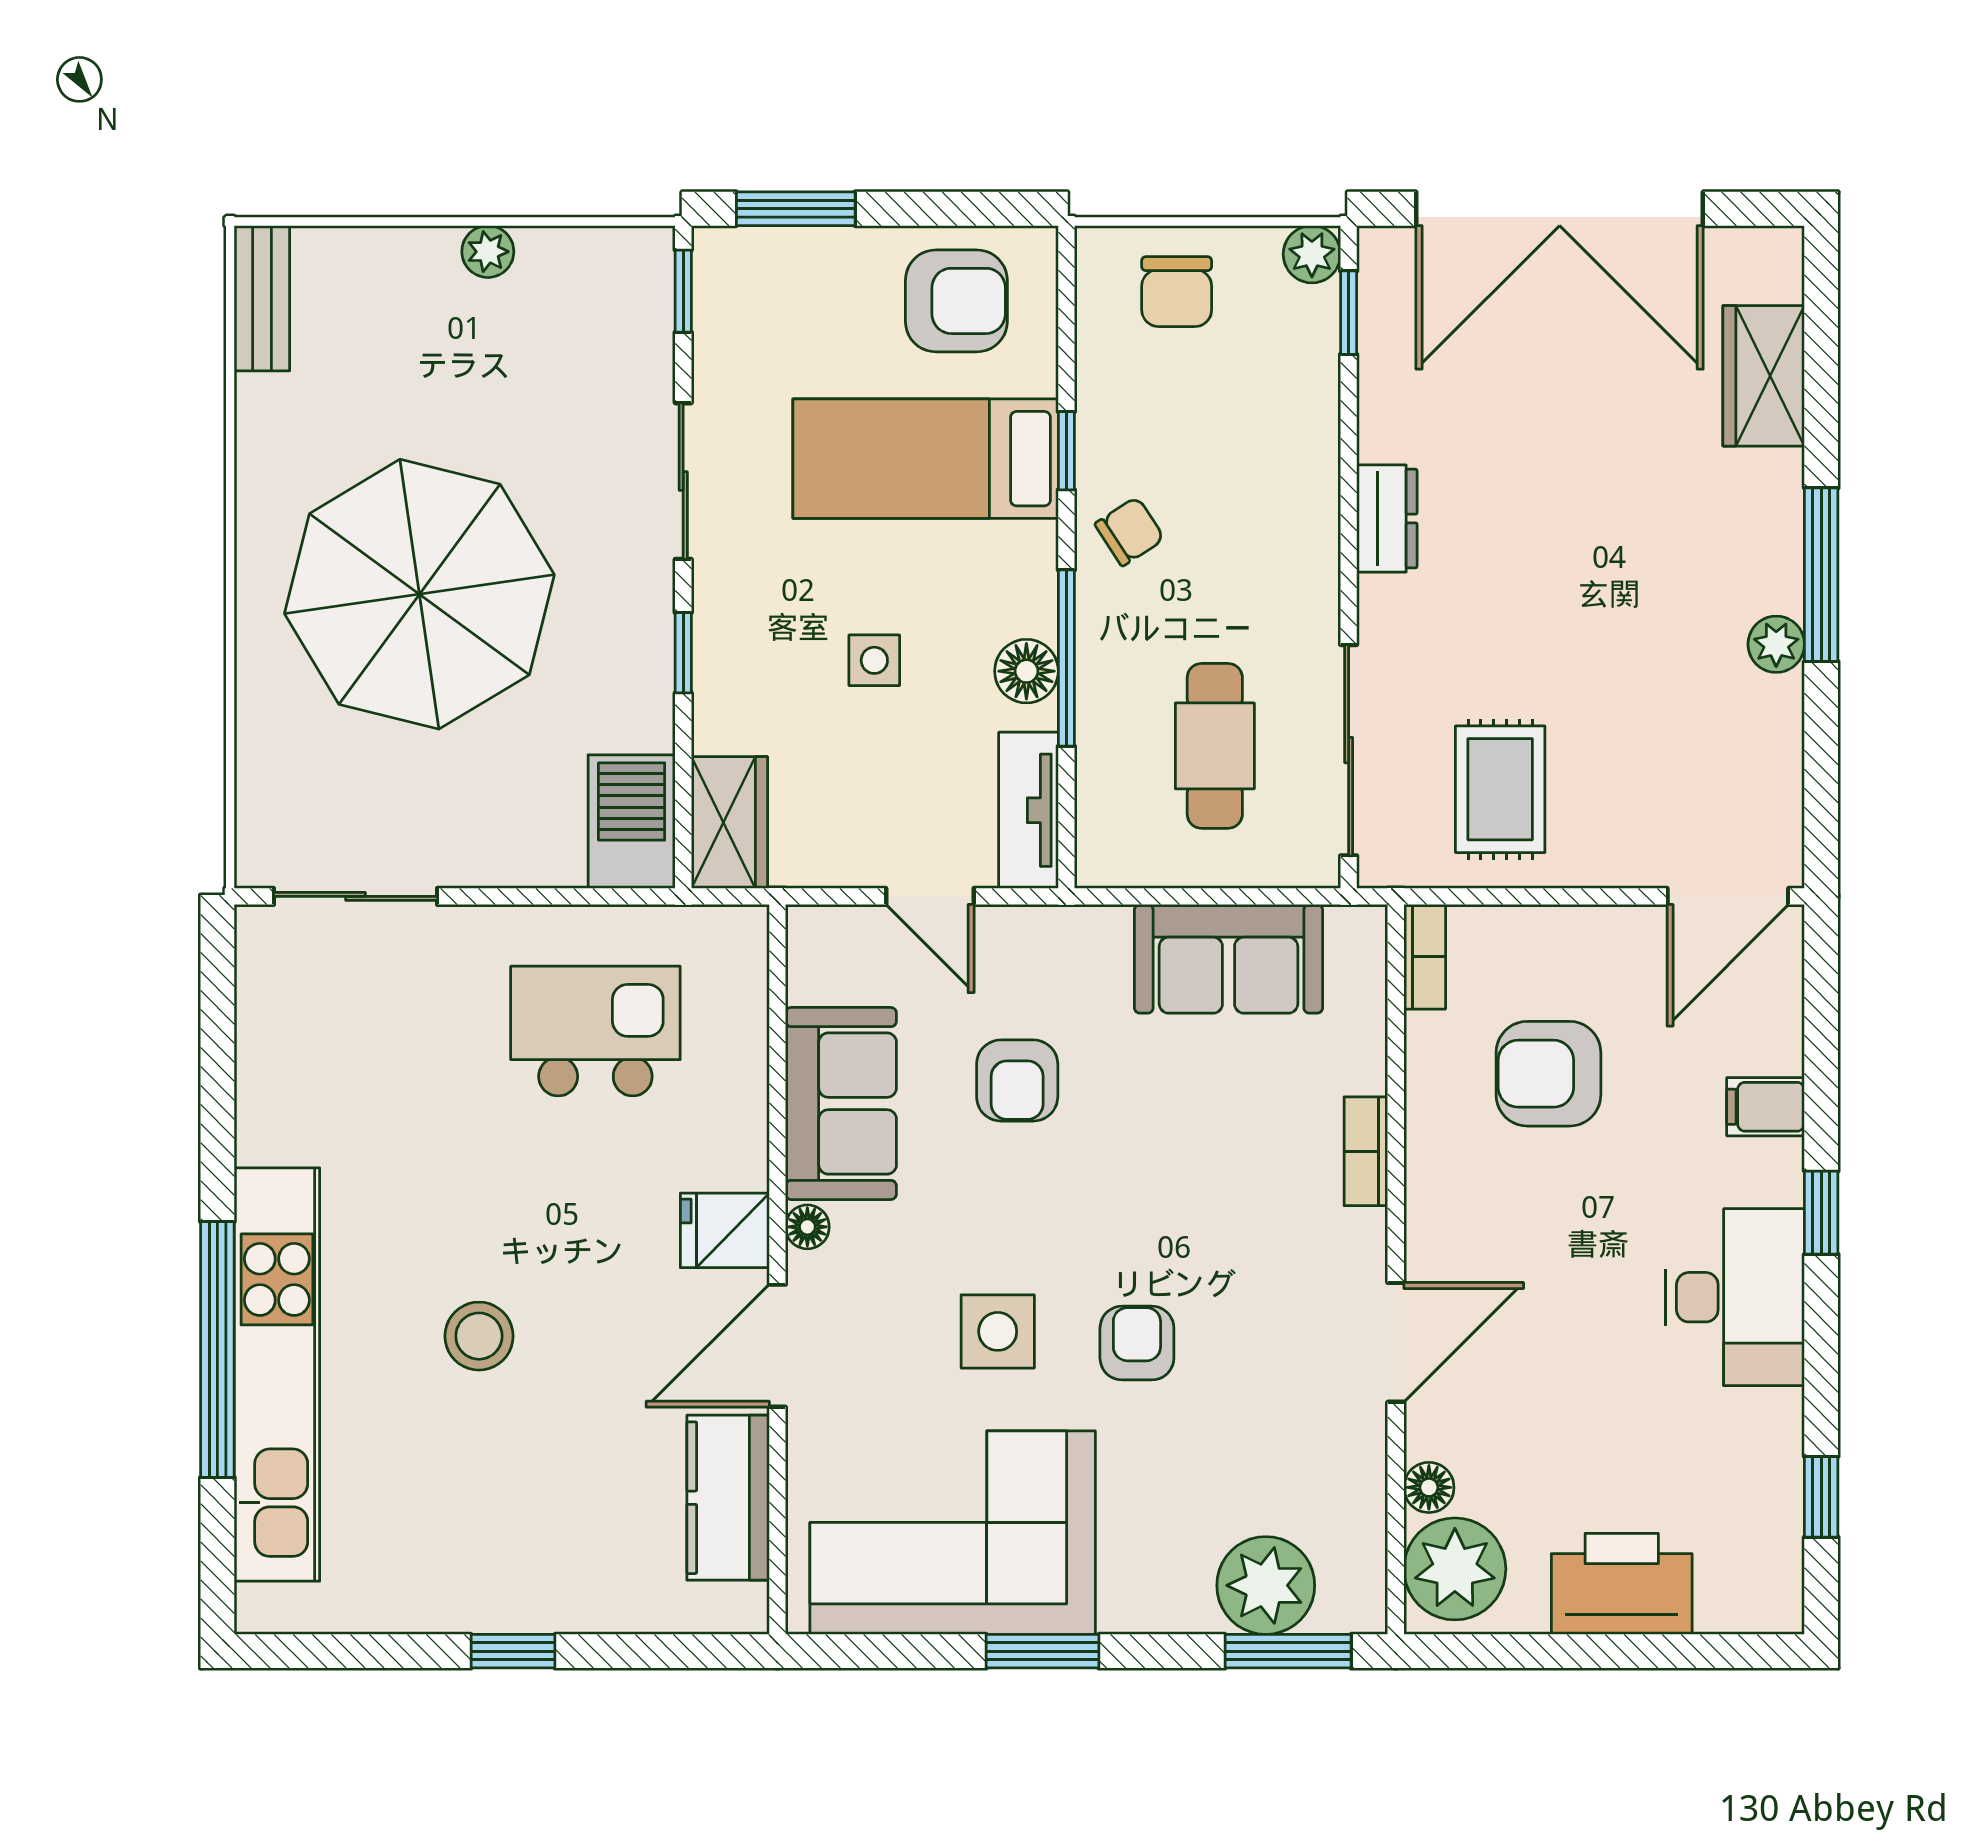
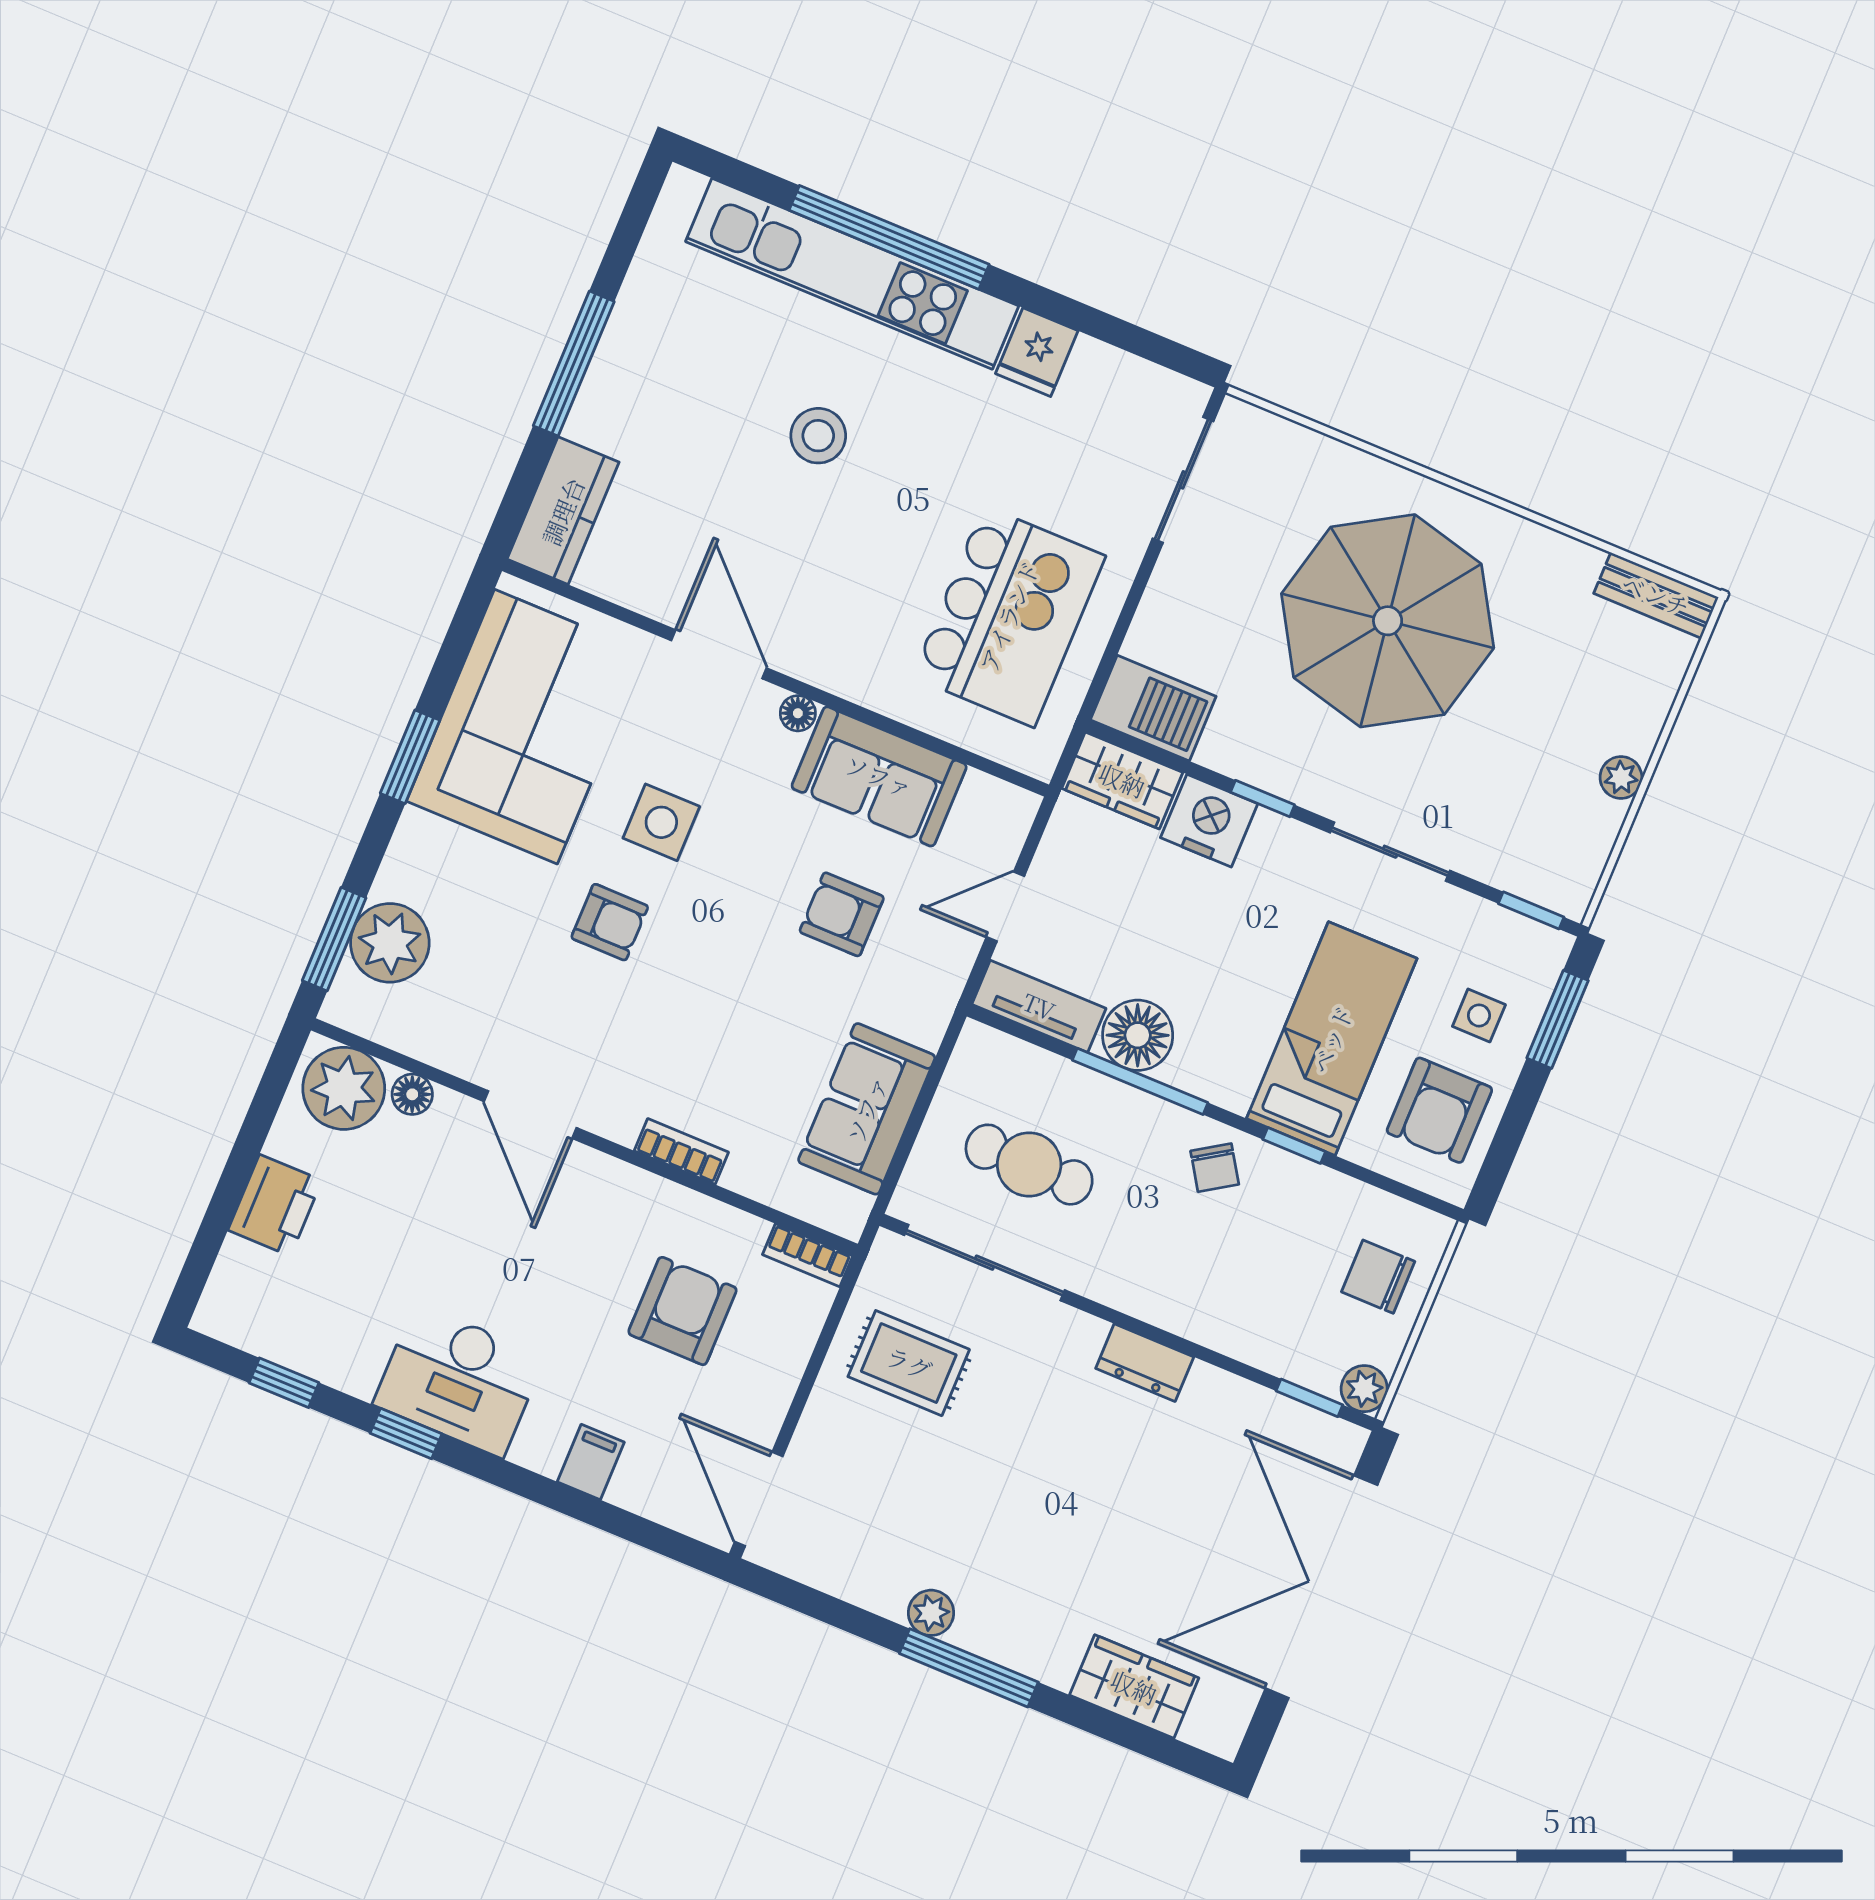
side table: (874, 660) -> (1479, 1015), moved
floor lamp: (1026, 671) -> (1138, 1035), width x1.38, depth x1.38
nightstand: (734, 704) -> (1209, 821), added
kitchen island: (595, 1031) -> (1009, 616), width x1.37, depth x1.28
window: (1821, 1213) -> (406, 1434), moved
fridge: (725, 1230) -> (1037, 352), moved, turned 180
kitchen counter: (728, 1498) -> (563, 511), moved, turned 90
printer: (1622, 1584) -> (275, 1205), width x0.73, depth x0.84
window: (513, 1651) -> (574, 364), width x2.17

